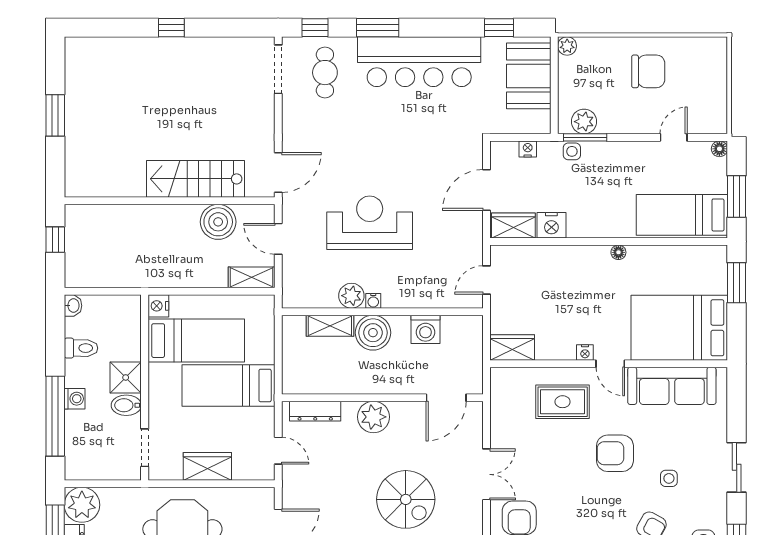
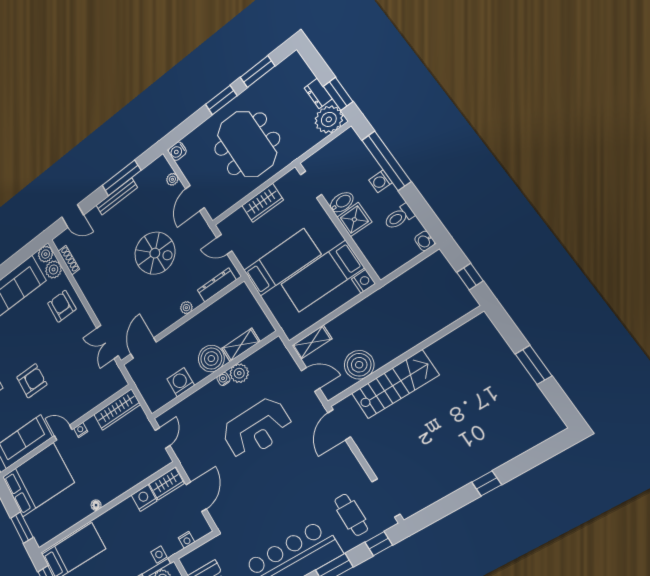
wardrobe: (512, 347) -> (117, 410), width x1.50
rug: (563, 402) -> (77, 392), removed
plant: (373, 417) -> (186, 308), width x0.53, depth x0.53
double door: (486, 474) -> (107, 342), moved
spiral stairs: (406, 499) -> (155, 253), moved, turned 180

